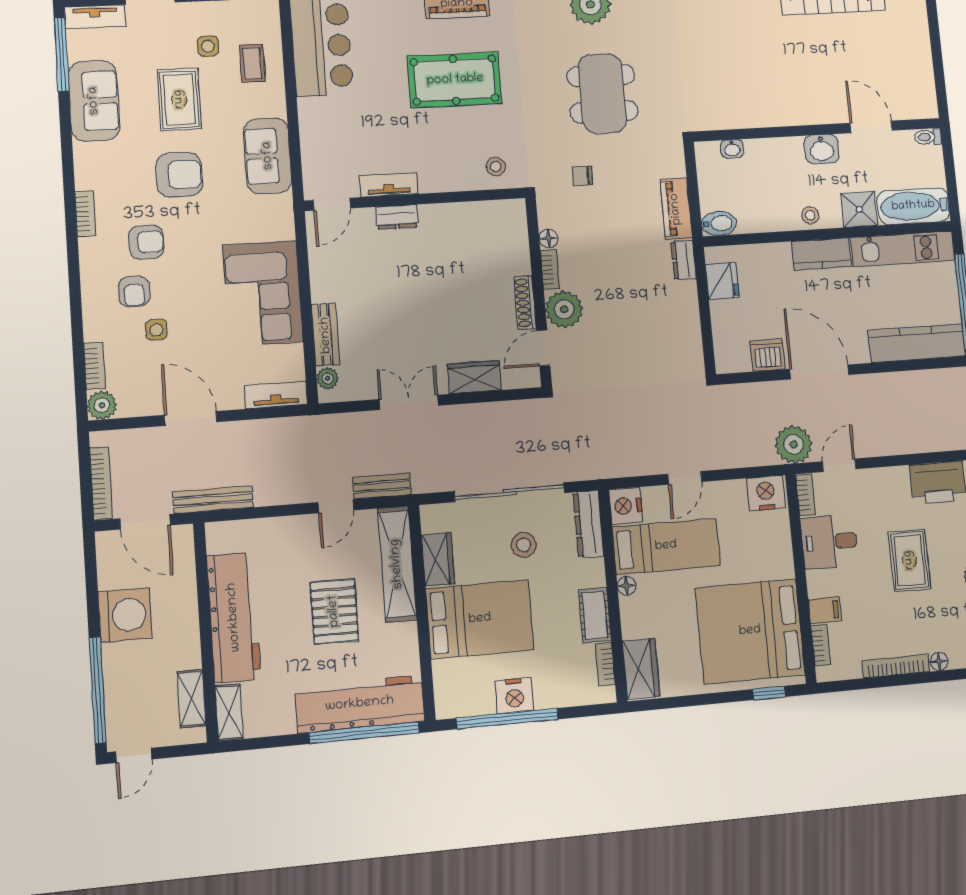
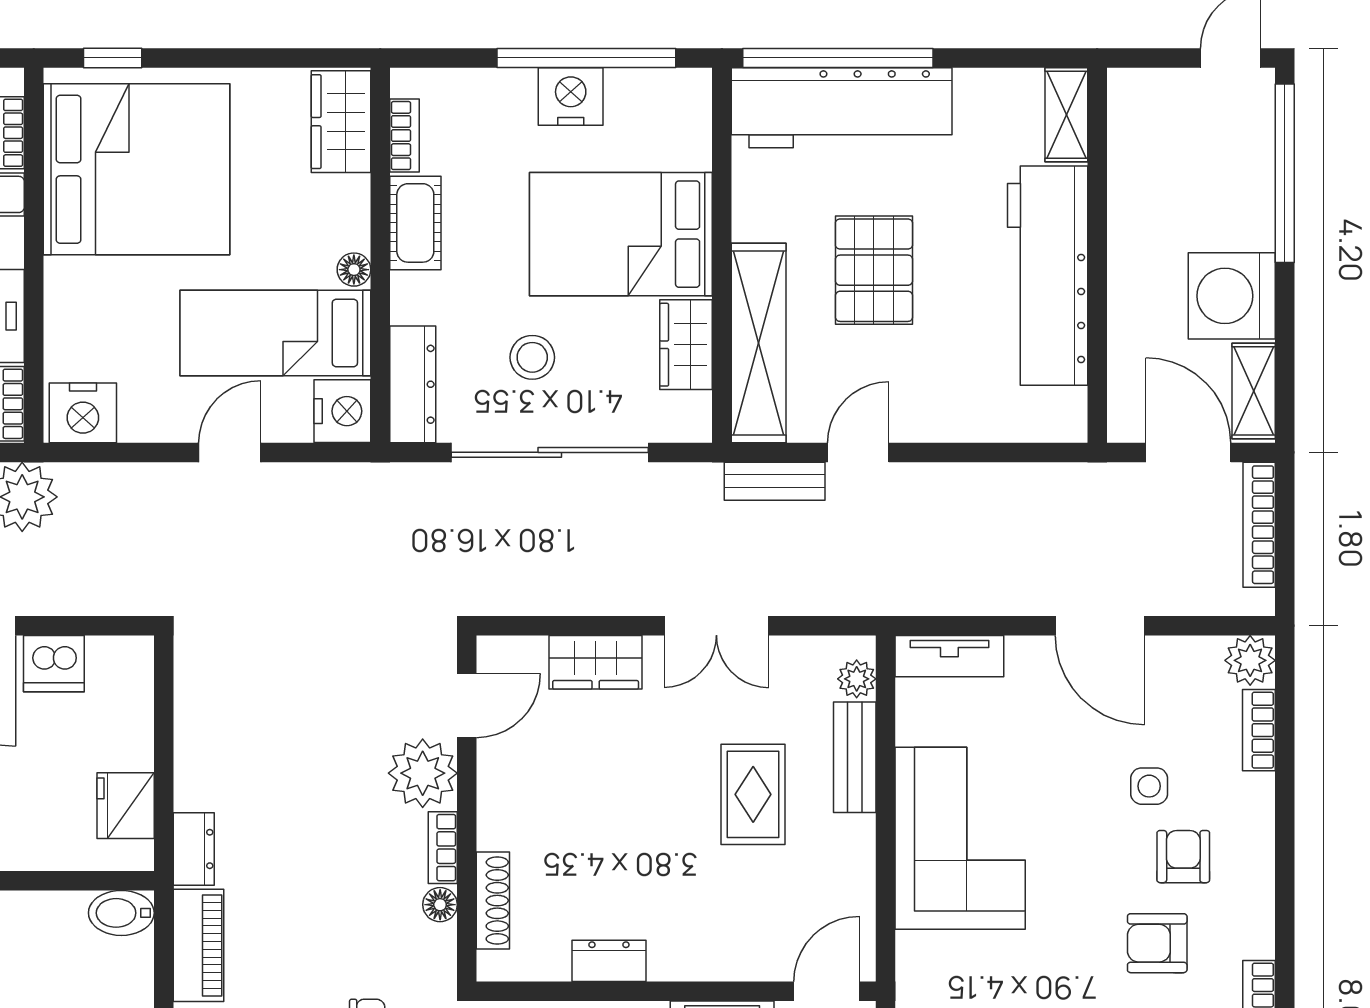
dresser: (397, 217) -> (609, 961), moved
shoe rack: (525, 303) -> (493, 901), moved
rug: (381, 310) -> (753, 794), added
bench: (213, 500) -> (1070, 481), removed
shelving: (191, 699) -> (1254, 391), moved

